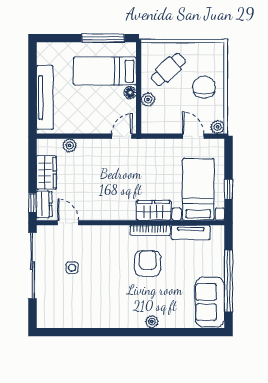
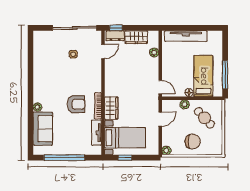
door: (193, 136) -> (160, 119), moved
sofa: (210, 302) -> (43, 129), moved, turned 90

